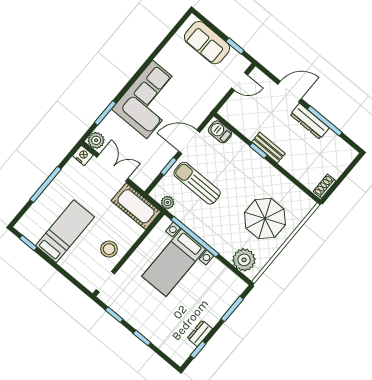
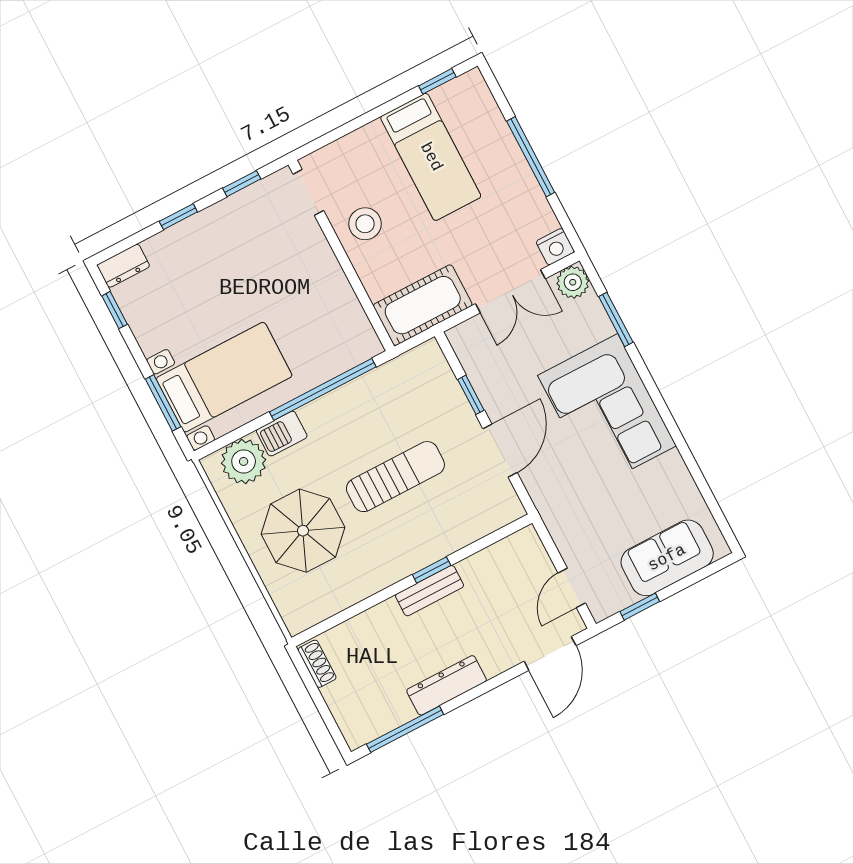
door: (290, 91) -> (550, 653), moved
window: (325, 121) -> (405, 729), moved
barbecue: (220, 132) -> (282, 434), moved, turned 180
sun lounger: (197, 183) -> (395, 477), moved
plant: (168, 202) -> (406, 365), removed
bed with nightstands: (174, 263) -> (224, 377), moved, turned 90
dresser: (200, 333) -> (123, 266), moved, turned 90

